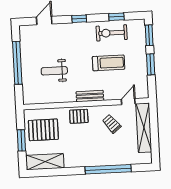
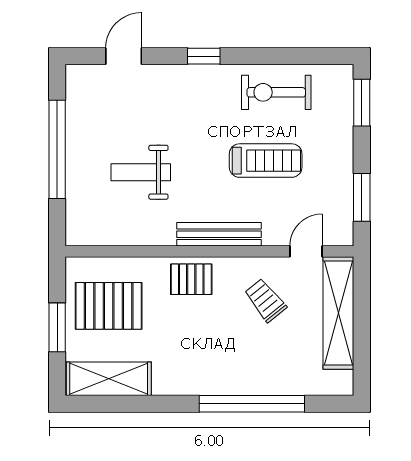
window: (116, 17) -> (289, 56), removed
window: (151, 64) -> (362, 197), moved
bench: (90, 96) -> (219, 234), width x1.36

